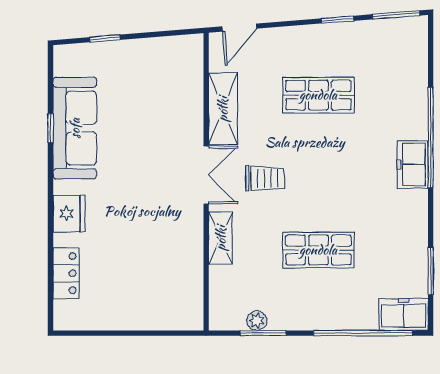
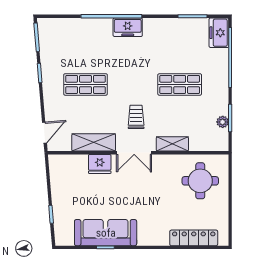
door: (239, 28) -> (44, 133), hinge flipped
shop shelf: (318, 95) -> (86, 84), turned 90
double door: (206, 175) -> (134, 153), swing flipped
fridge: (69, 214) -> (100, 164), moved, turned 180
shop shelf: (318, 250) -> (180, 84), turned 90
locker: (66, 273) -> (194, 238), width x1.53
round table: (160, 284) -> (200, 181), added

